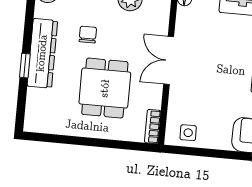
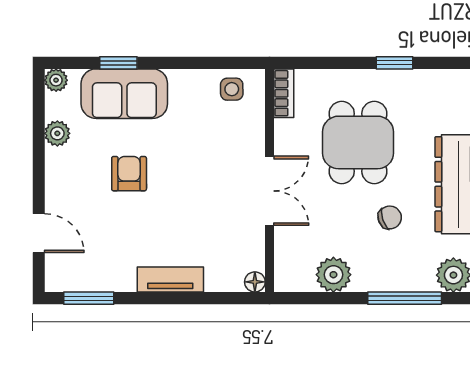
chair: (88, 35) -> (390, 217), turned -109
window: (75, 140) -> (395, 63), added

